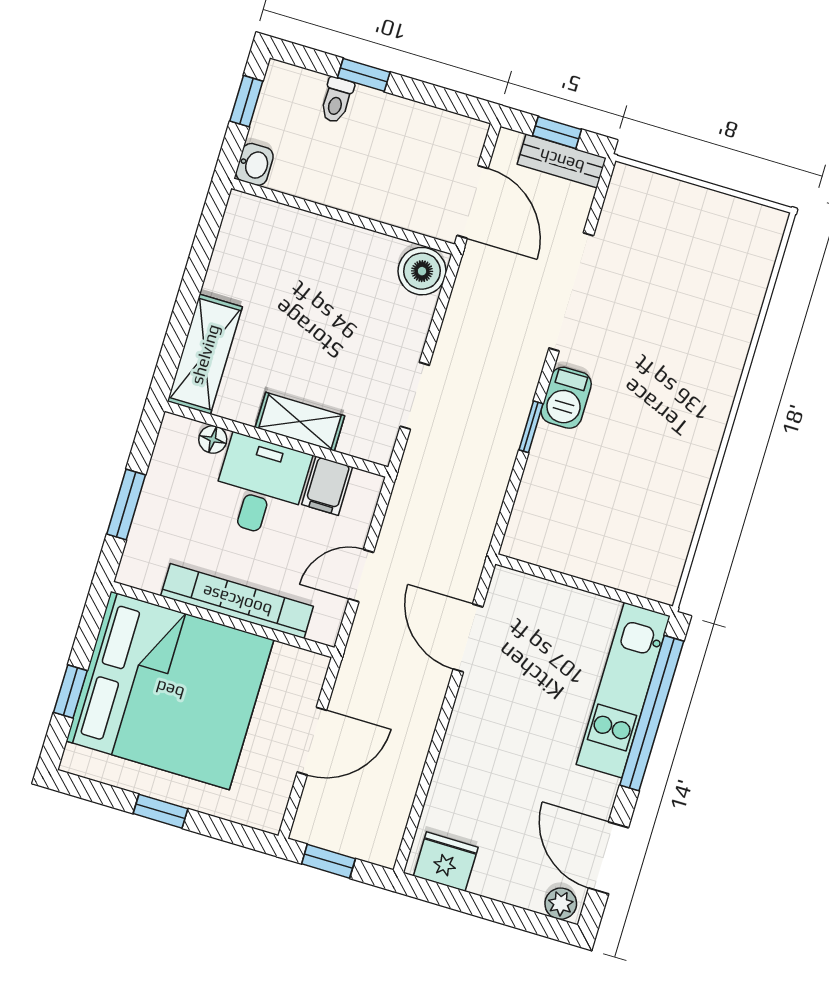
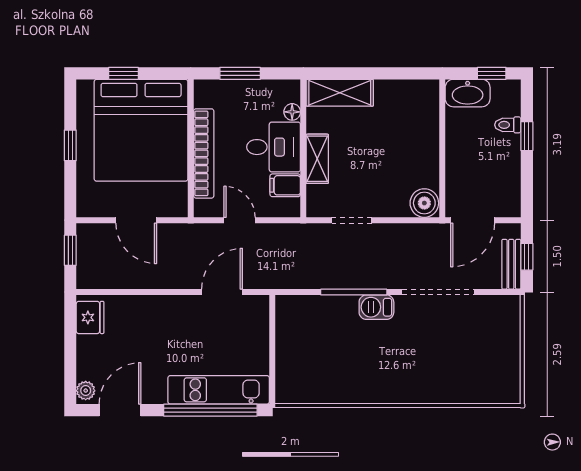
washbasin: (254, 164) -> (468, 93), width x1.91, depth x1.45
window: (531, 427) -> (354, 292), width x2.17

